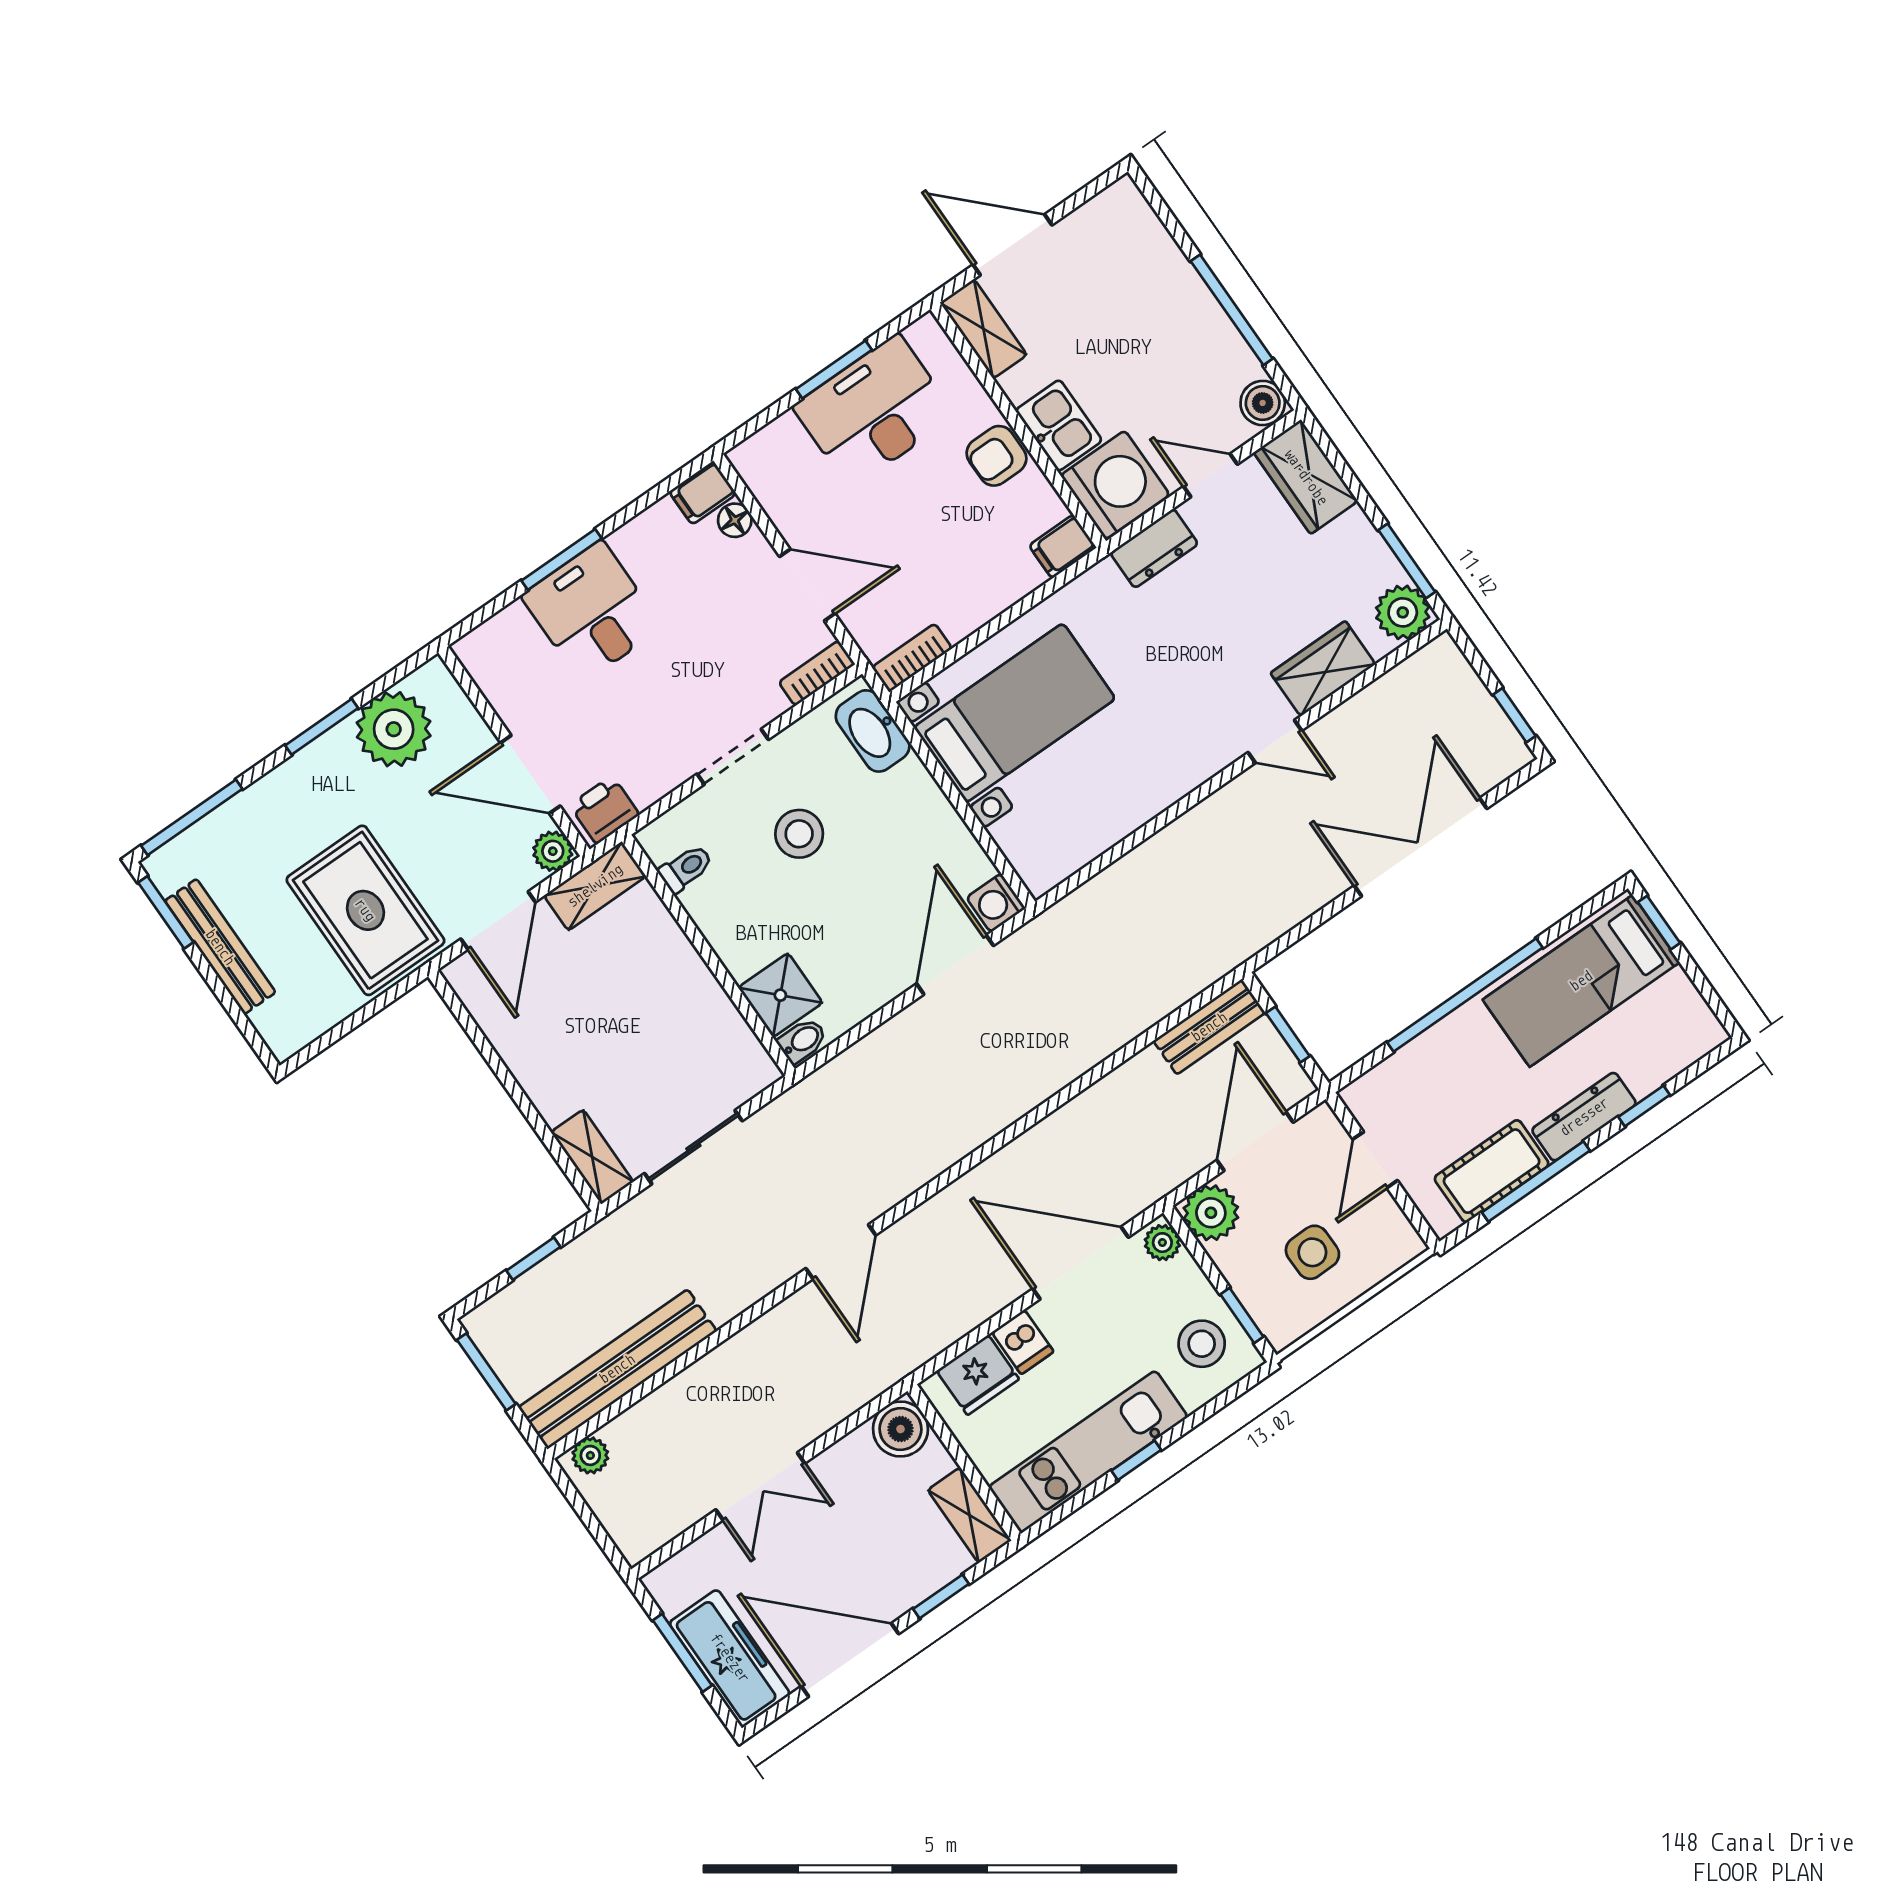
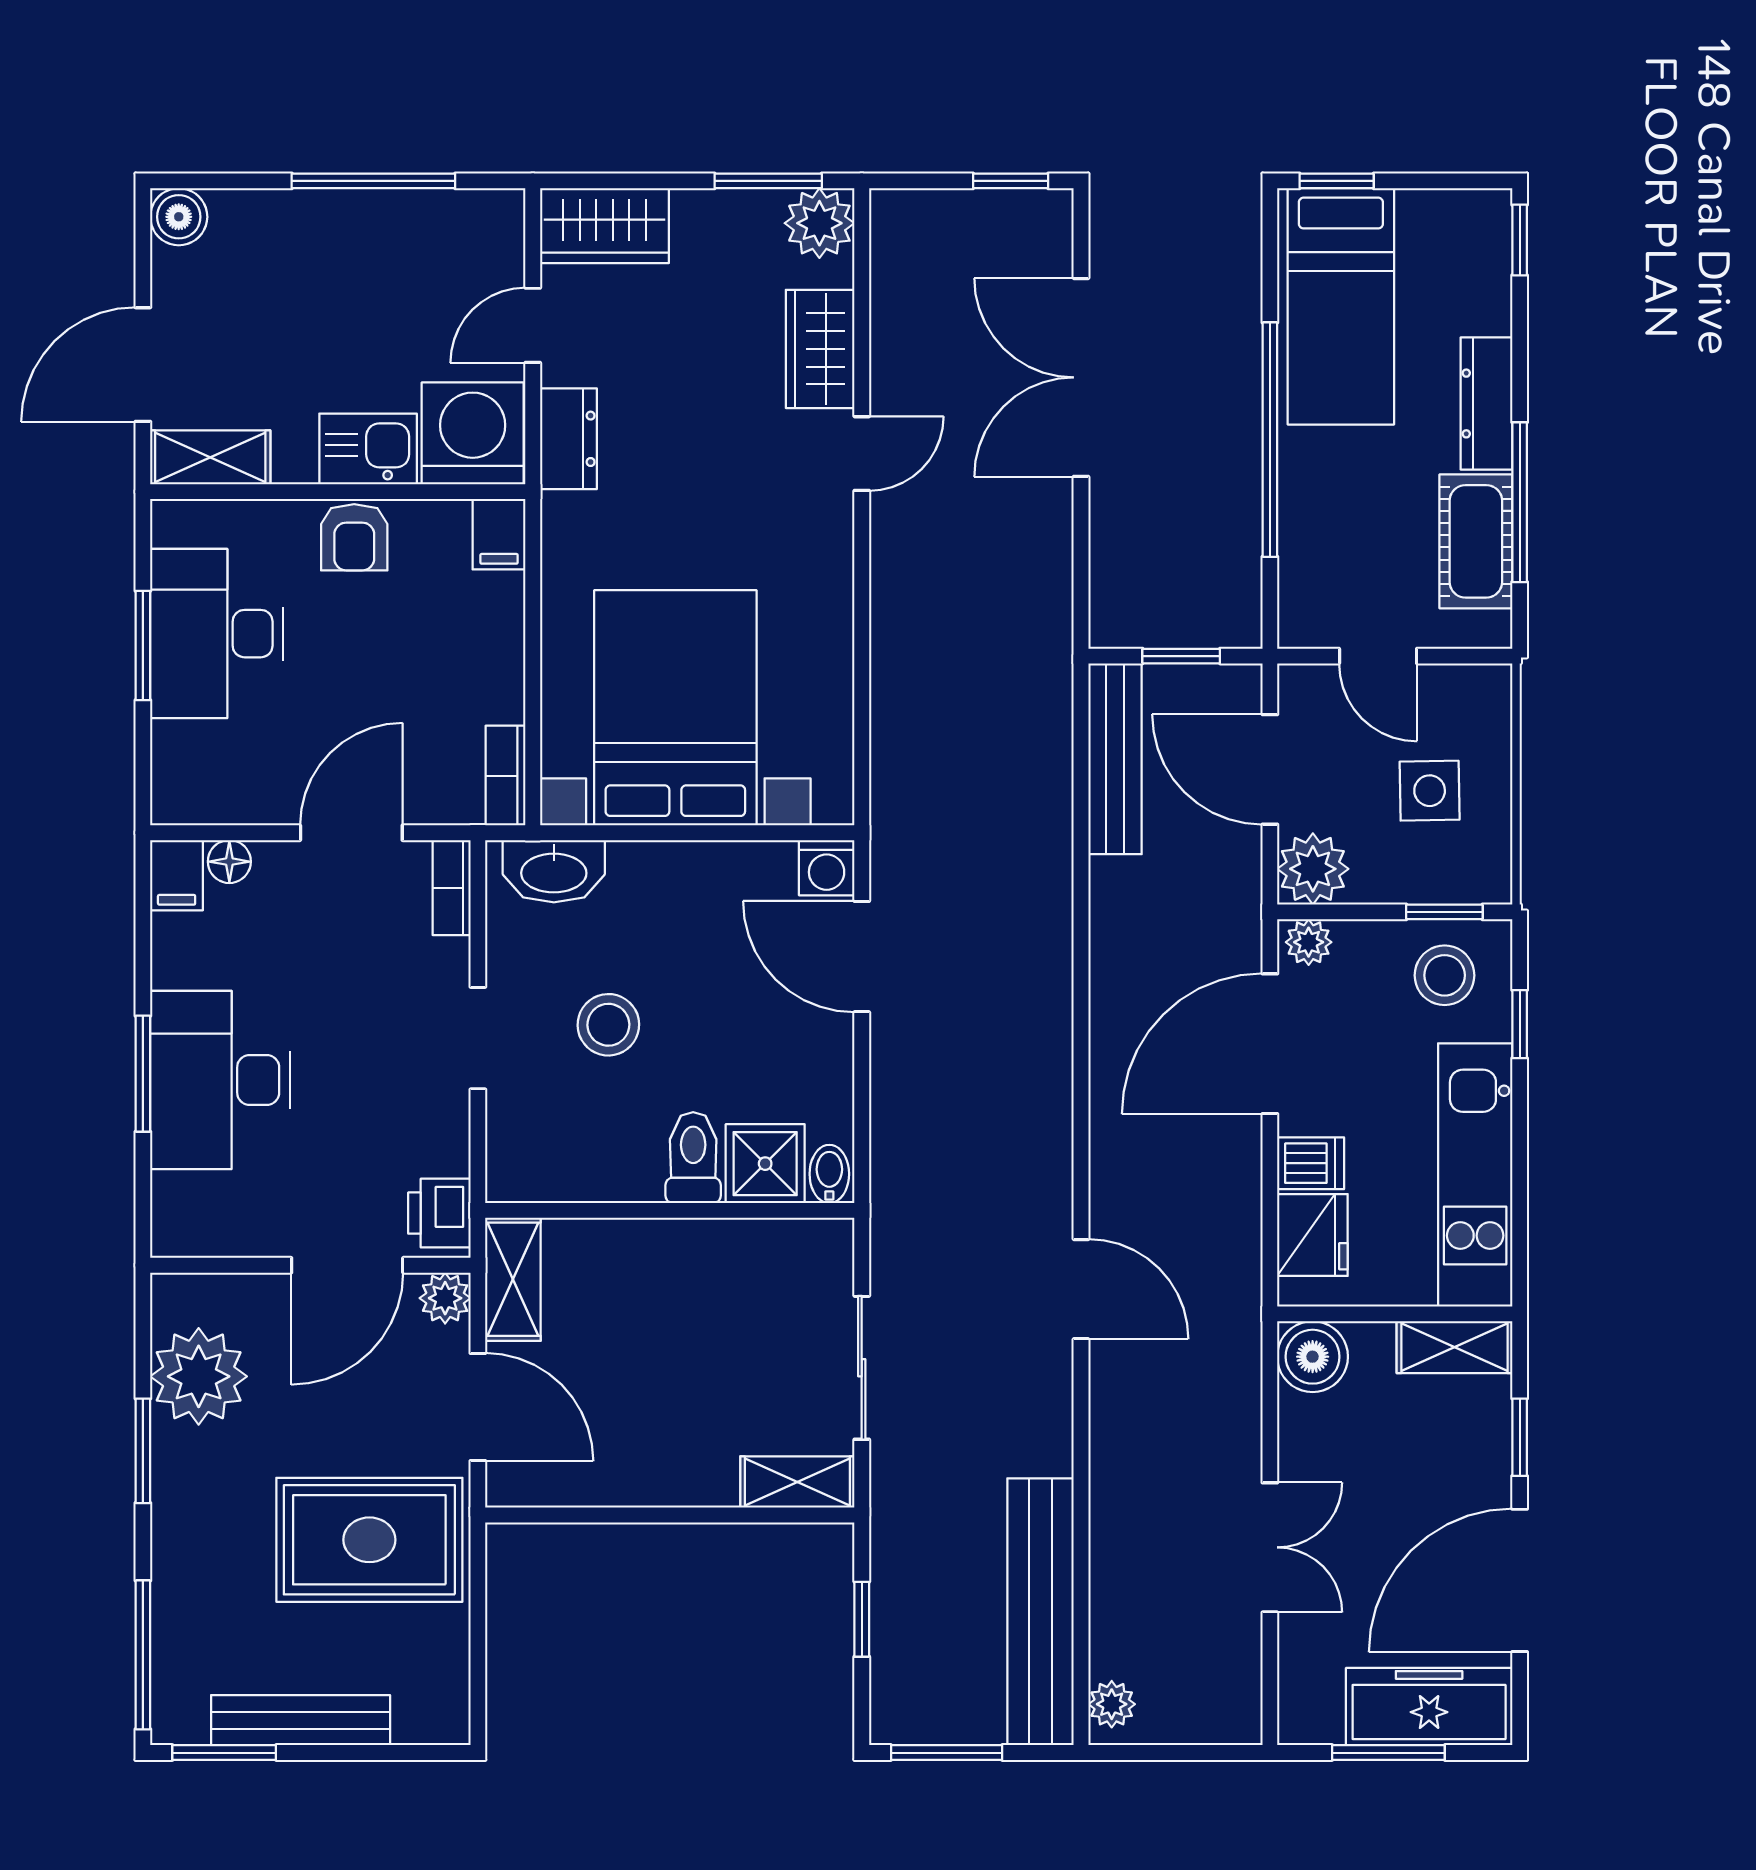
boiler: (1263, 403) -> (179, 217), moved
desk: (592, 611) -> (220, 1080), width x1.37
bed with nightstands: (1015, 713) -> (675, 708), width x1.36
toilet: (686, 868) -> (693, 1158), moved, width x1.37, depth x1.39
bench: (1209, 1027) -> (1115, 759), width x1.36
window: (1644, 1106) -> (1520, 240), moved
window: (1136, 1460) -> (1520, 1024), moved

